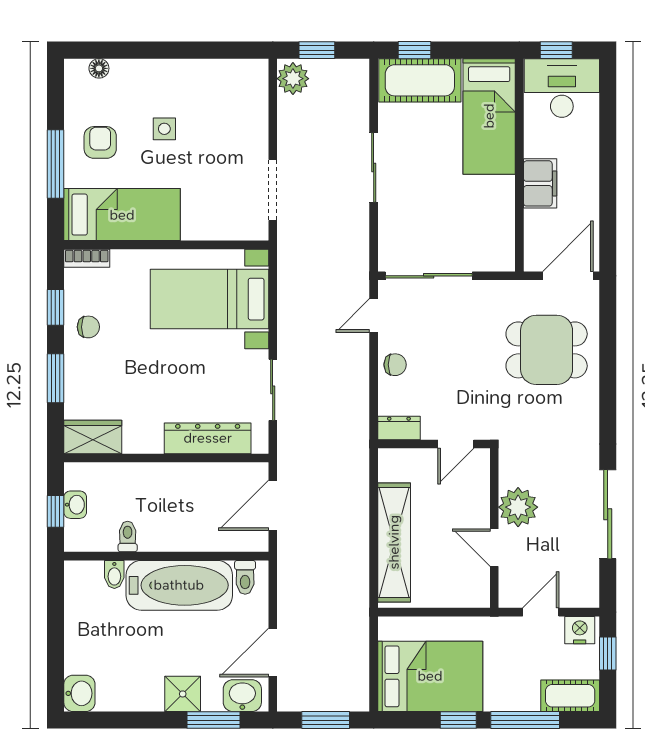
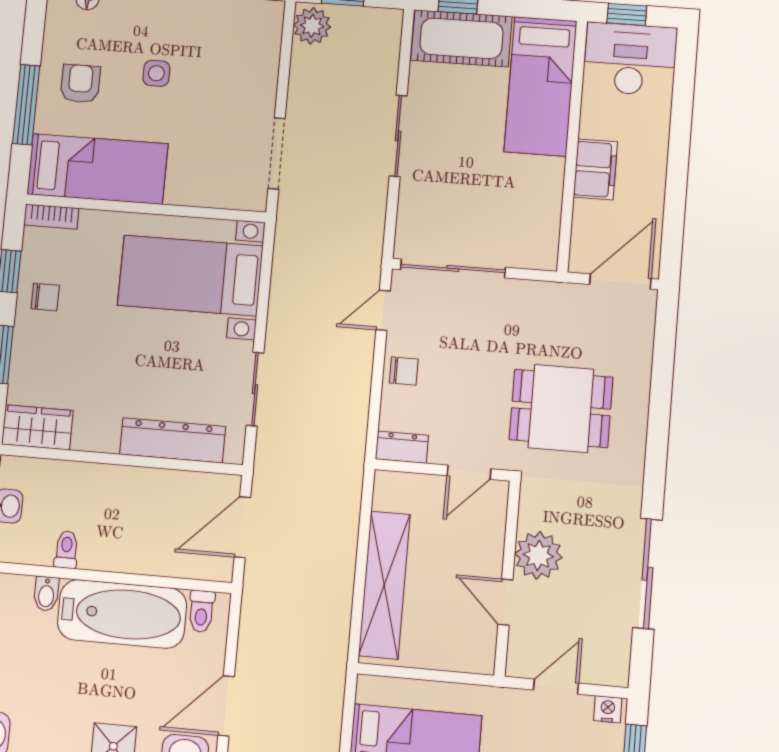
dining table: (547, 350) -> (561, 408), moved
nightstand: (580, 630) -> (608, 709), width x0.72, depth x0.74

